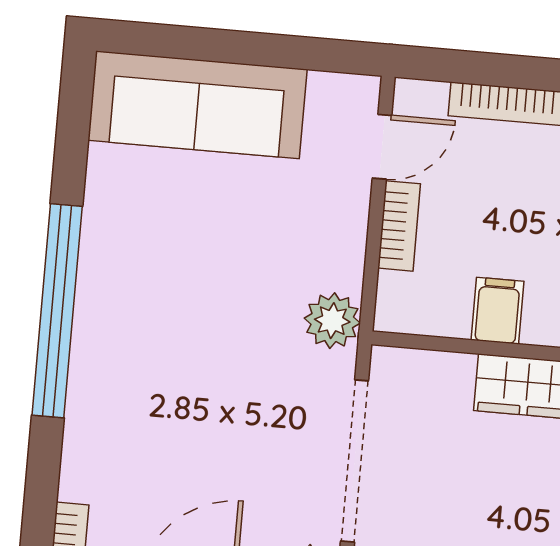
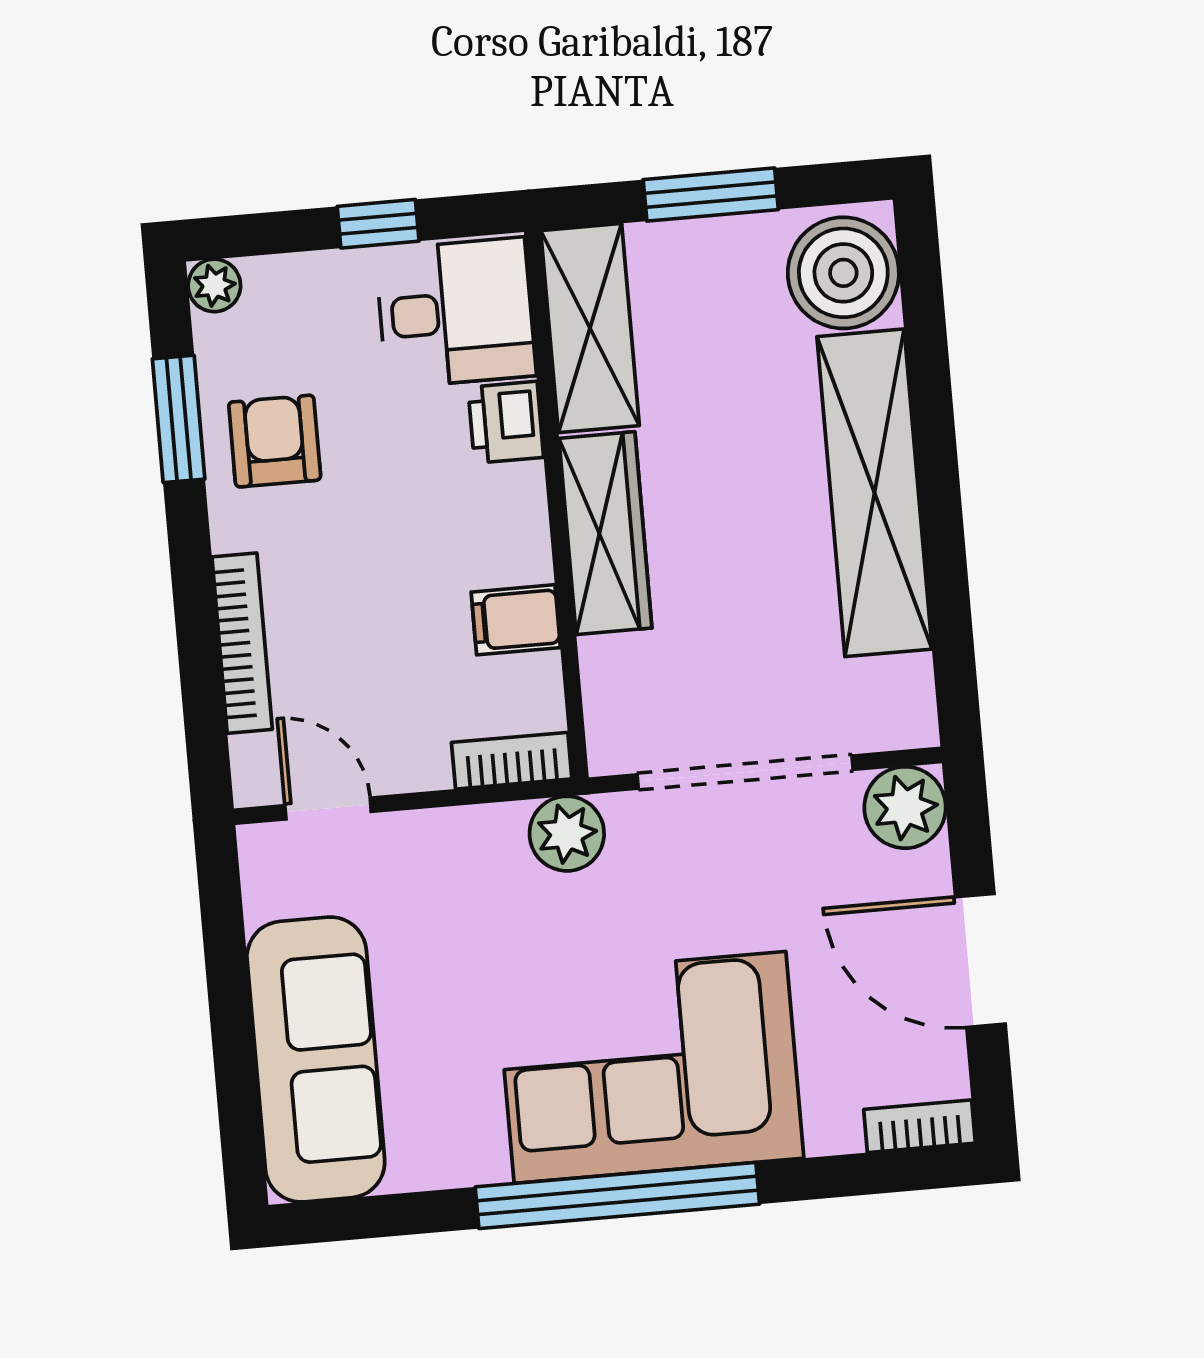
bookcase: (399, 226) -> (512, 761), moved
corner sofa: (148, 352) -> (650, 1067), added

